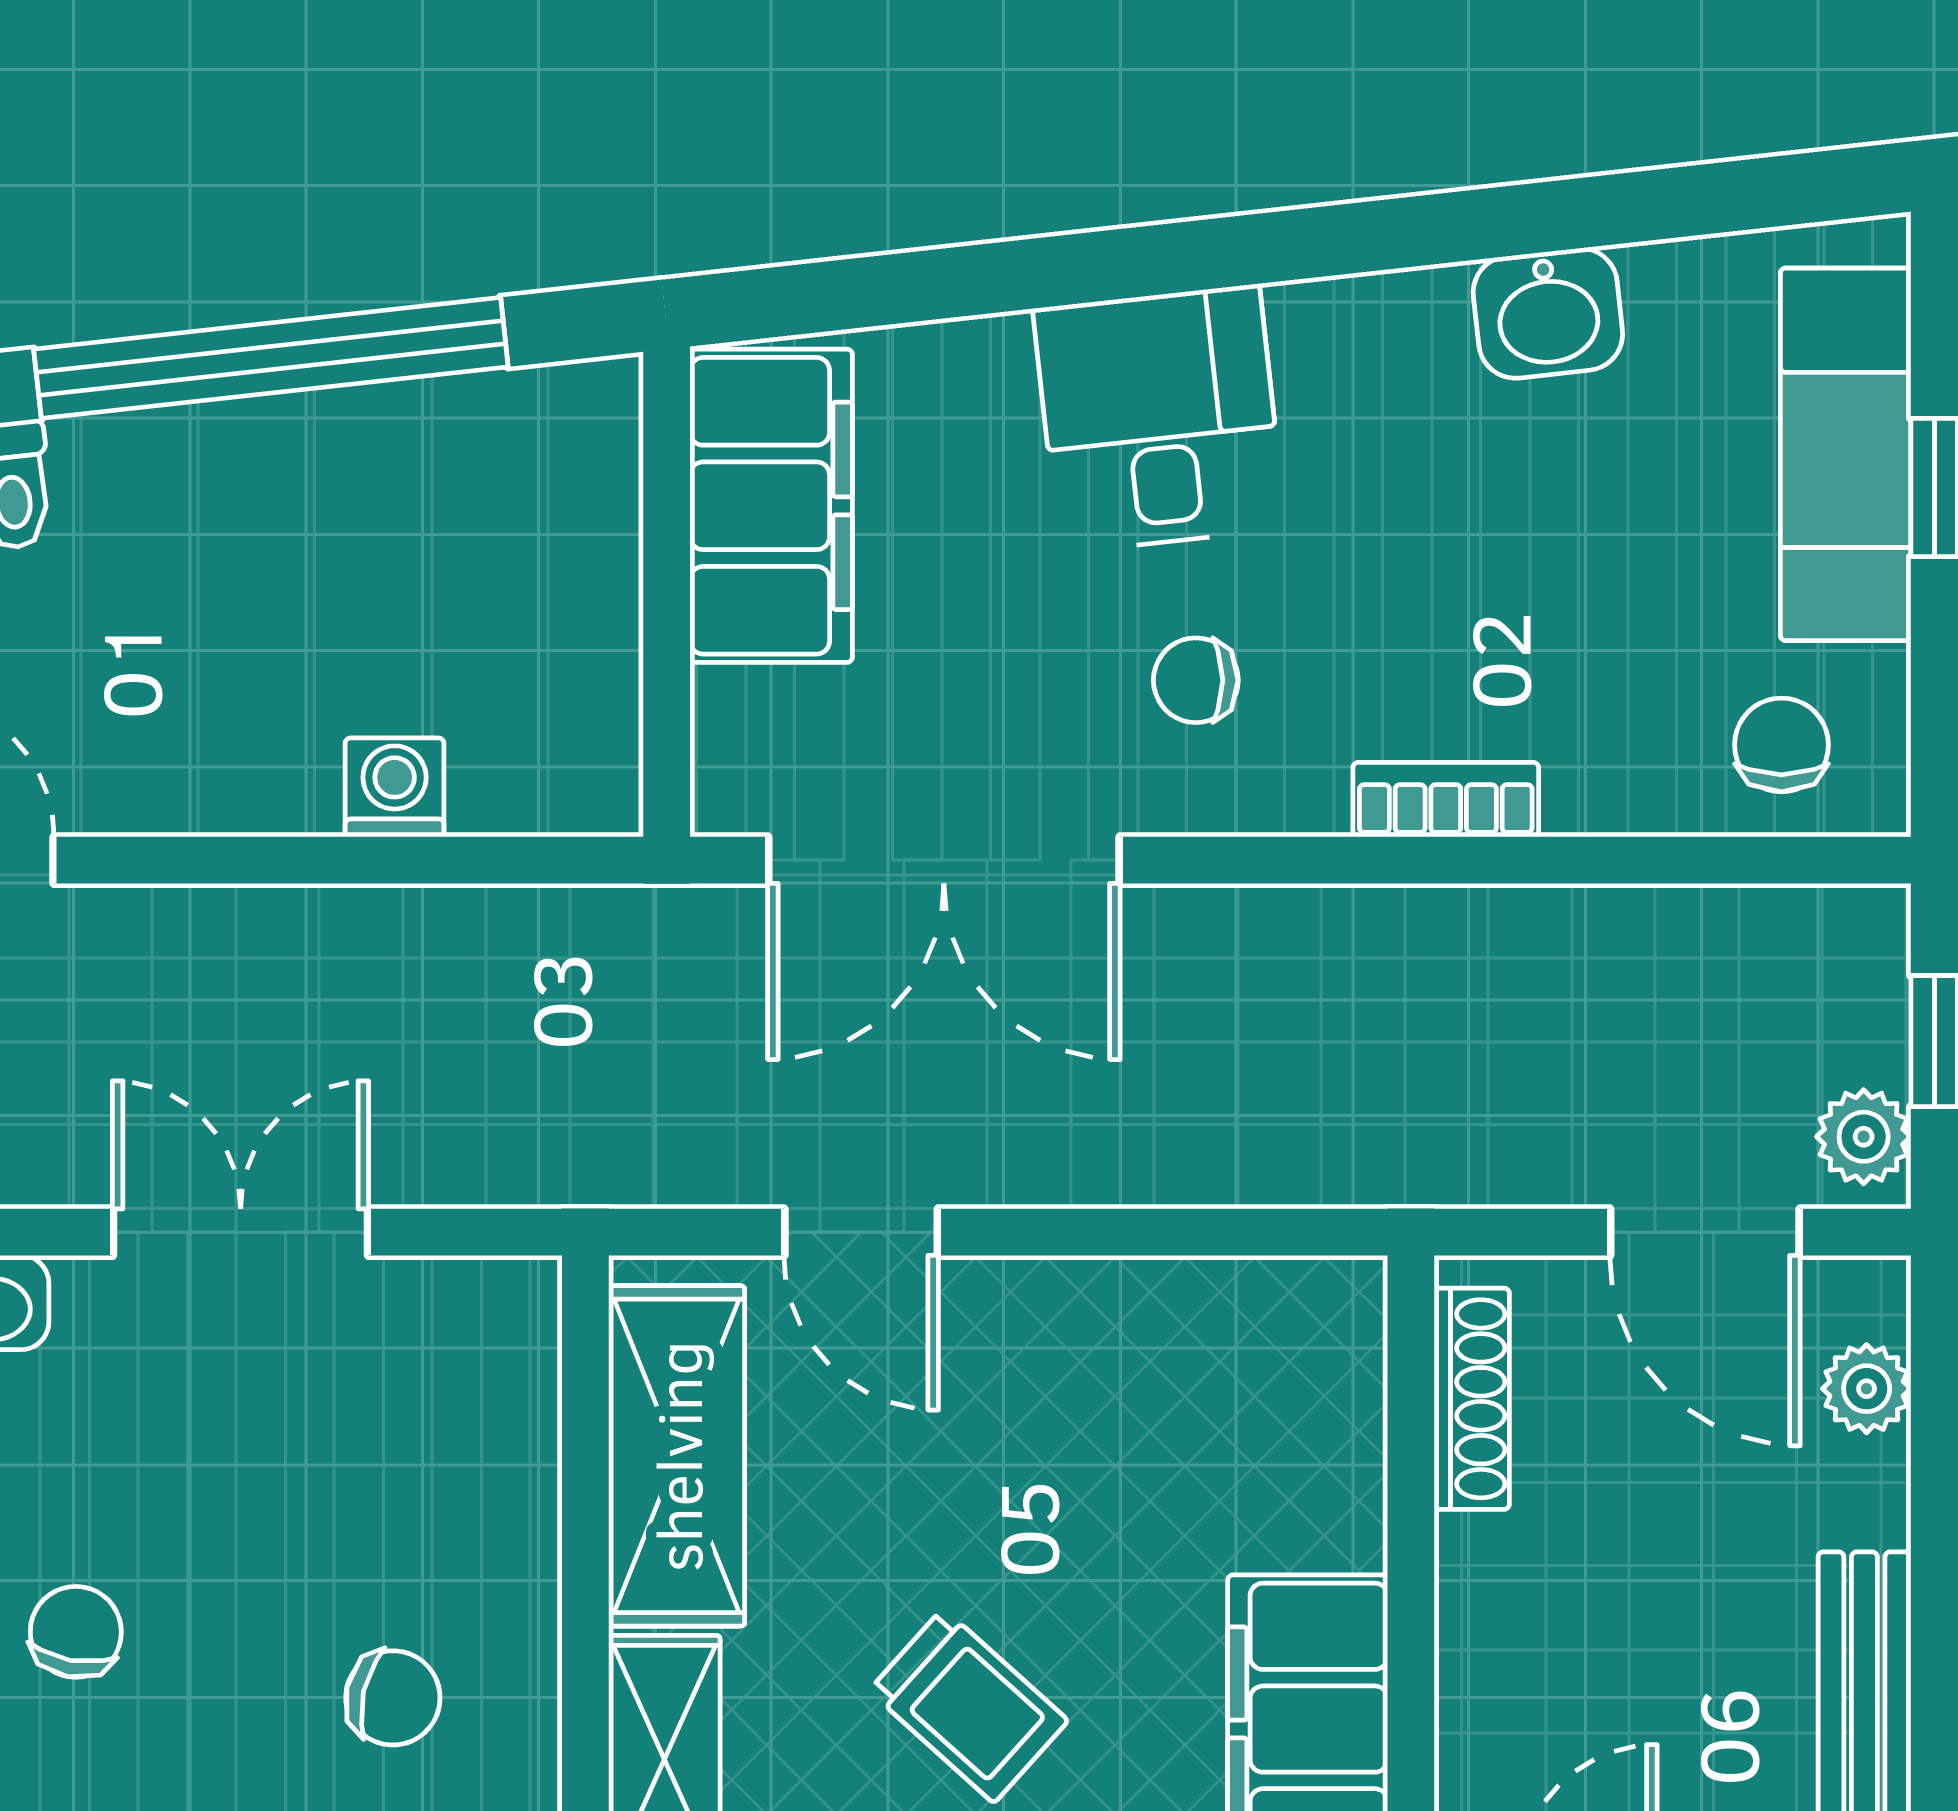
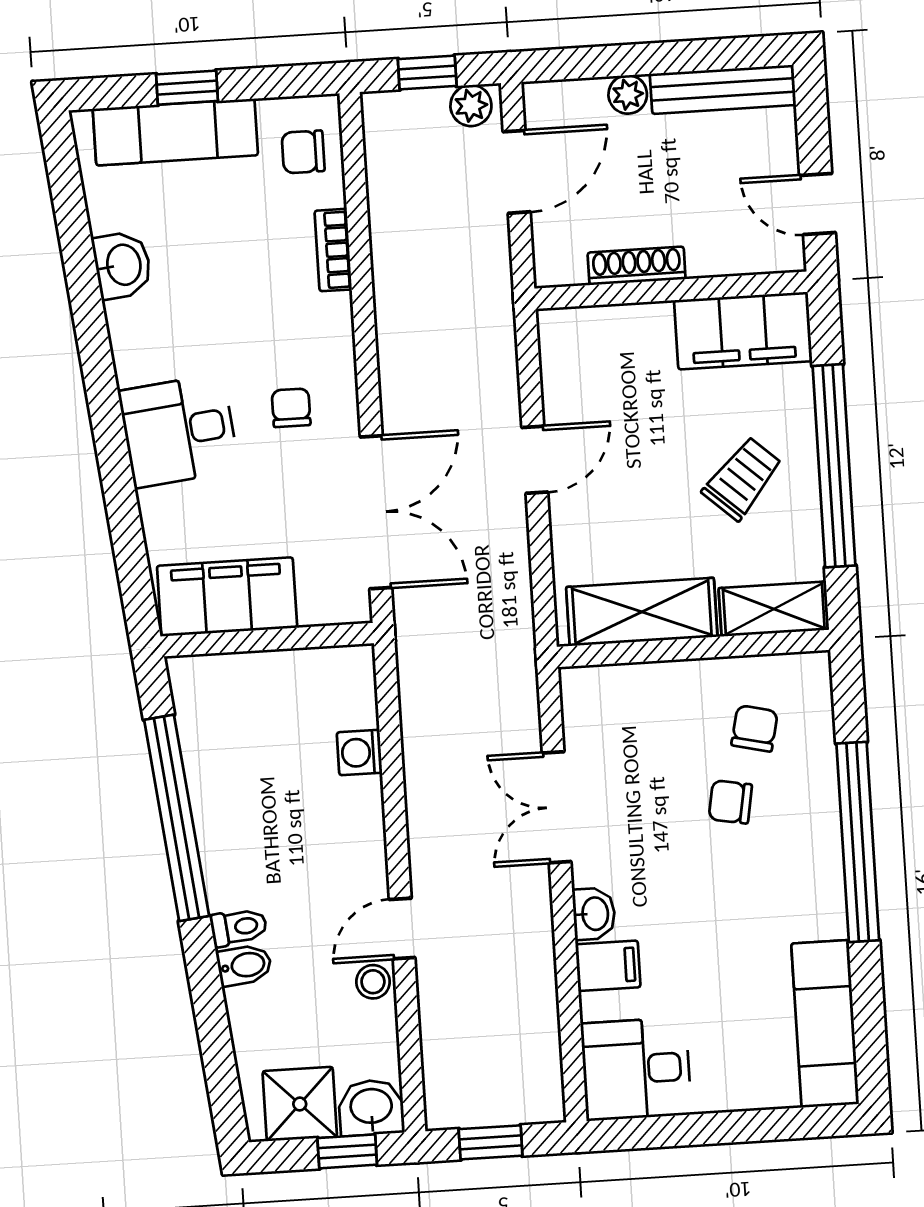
chair: (1196, 680) -> (291, 408), turned 180
bookcase: (1446, 800) -> (333, 250), moved
door: (861, 1232) -> (535, 460), moved
plant: (1867, 1389) -> (628, 94), moved
shoe rack: (1472, 1399) -> (637, 266), moved
chair: (76, 1632) -> (730, 802), moved

